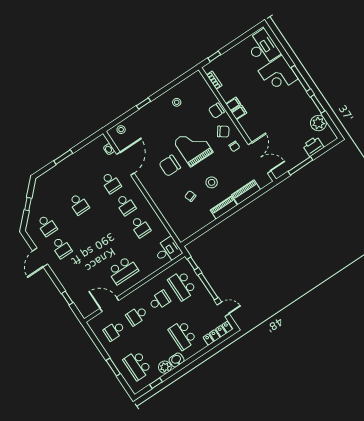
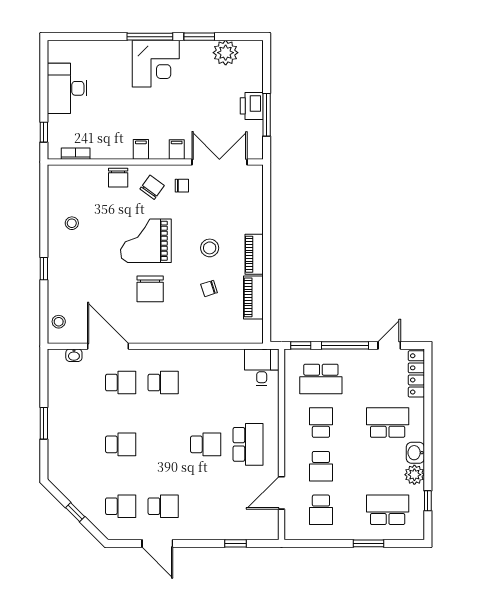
desk: (263, 48) -> (67, 88), moved, turned -90
corner desk: (278, 75) -> (156, 64), moved
filing cabinet: (233, 104) -> (177, 150), moved
printer: (313, 146) -> (252, 106), moved
piano: (246, 192) -> (253, 297), moved
school desk: (140, 227) -> (206, 444), moved
school desk: (183, 335) -> (388, 423), turned 180
school desk: (137, 365) -> (388, 510), turned 180

